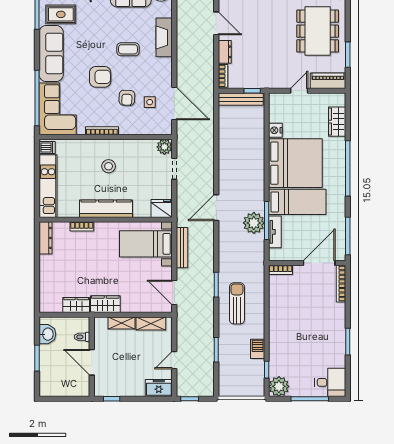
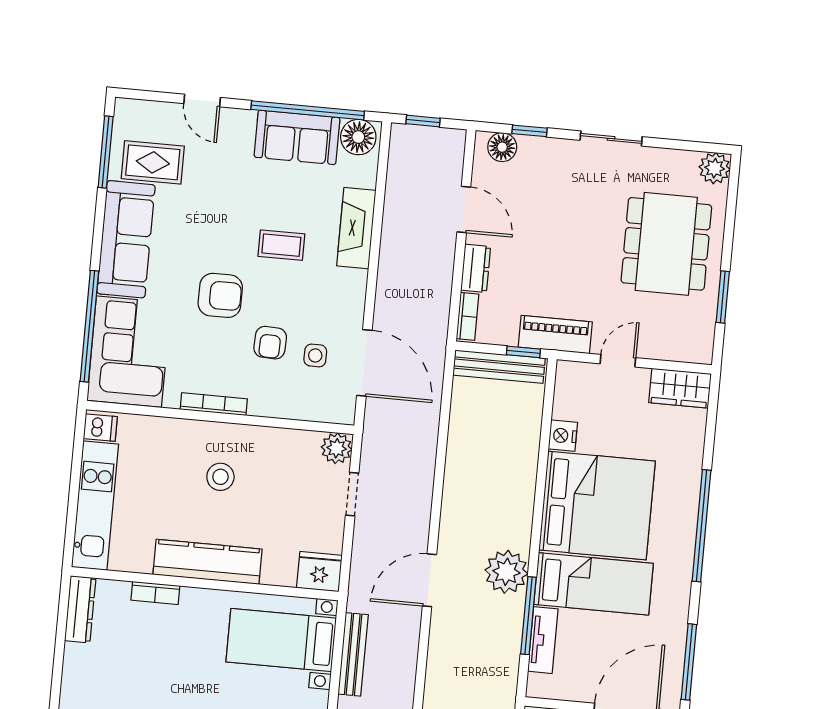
piano: (328, 81) -> (555, 335), moved
wardrobe: (337, 122) -> (680, 388), moved, turned -90
plant: (254, 223) -> (506, 572), moved

